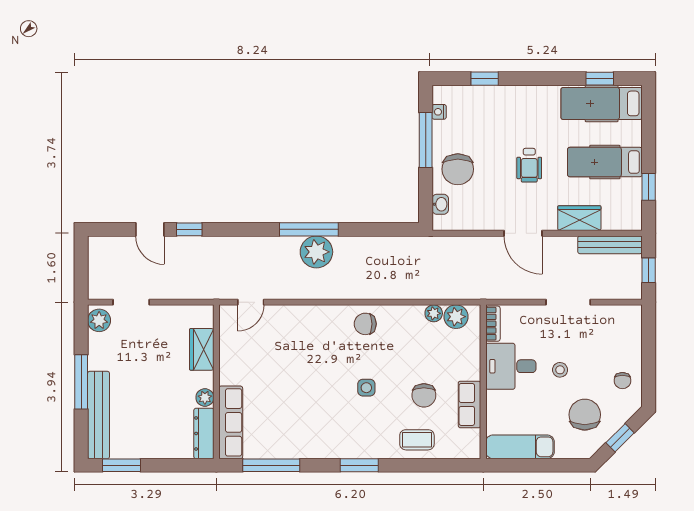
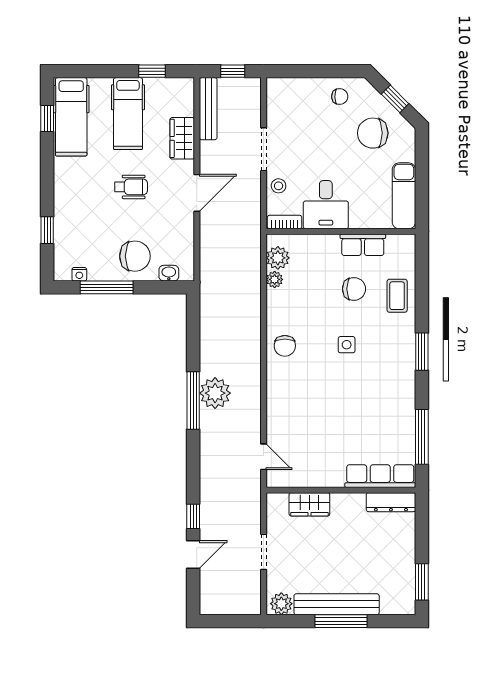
doorway: (131, 302) -> (264, 552), moved
stool: (560, 370) -> (279, 186), moved
plant: (205, 397) -> (356, 501), removed
bench: (99, 415) -> (337, 604), moved

